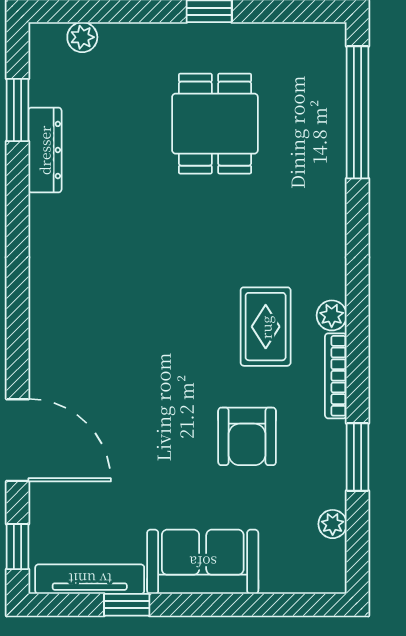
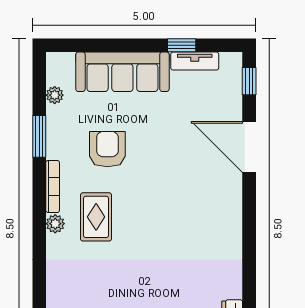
sofa: (203, 562) -> (122, 72), width x1.36
tv unit: (90, 579) -> (195, 61), width x0.71

